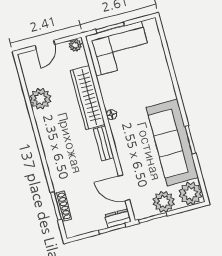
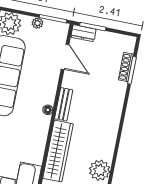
floor lamp: (112, 115) -> (48, 110), moved
plant: (164, 202) -> (37, 23), width x0.53, depth x0.53

